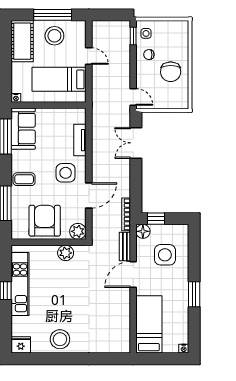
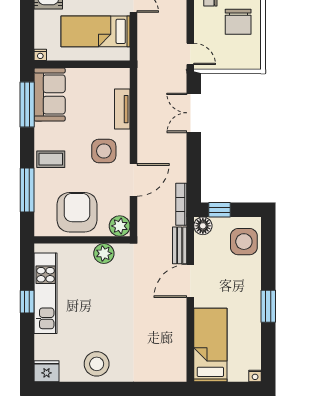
side table: (165, 255) -> (244, 242), moved

